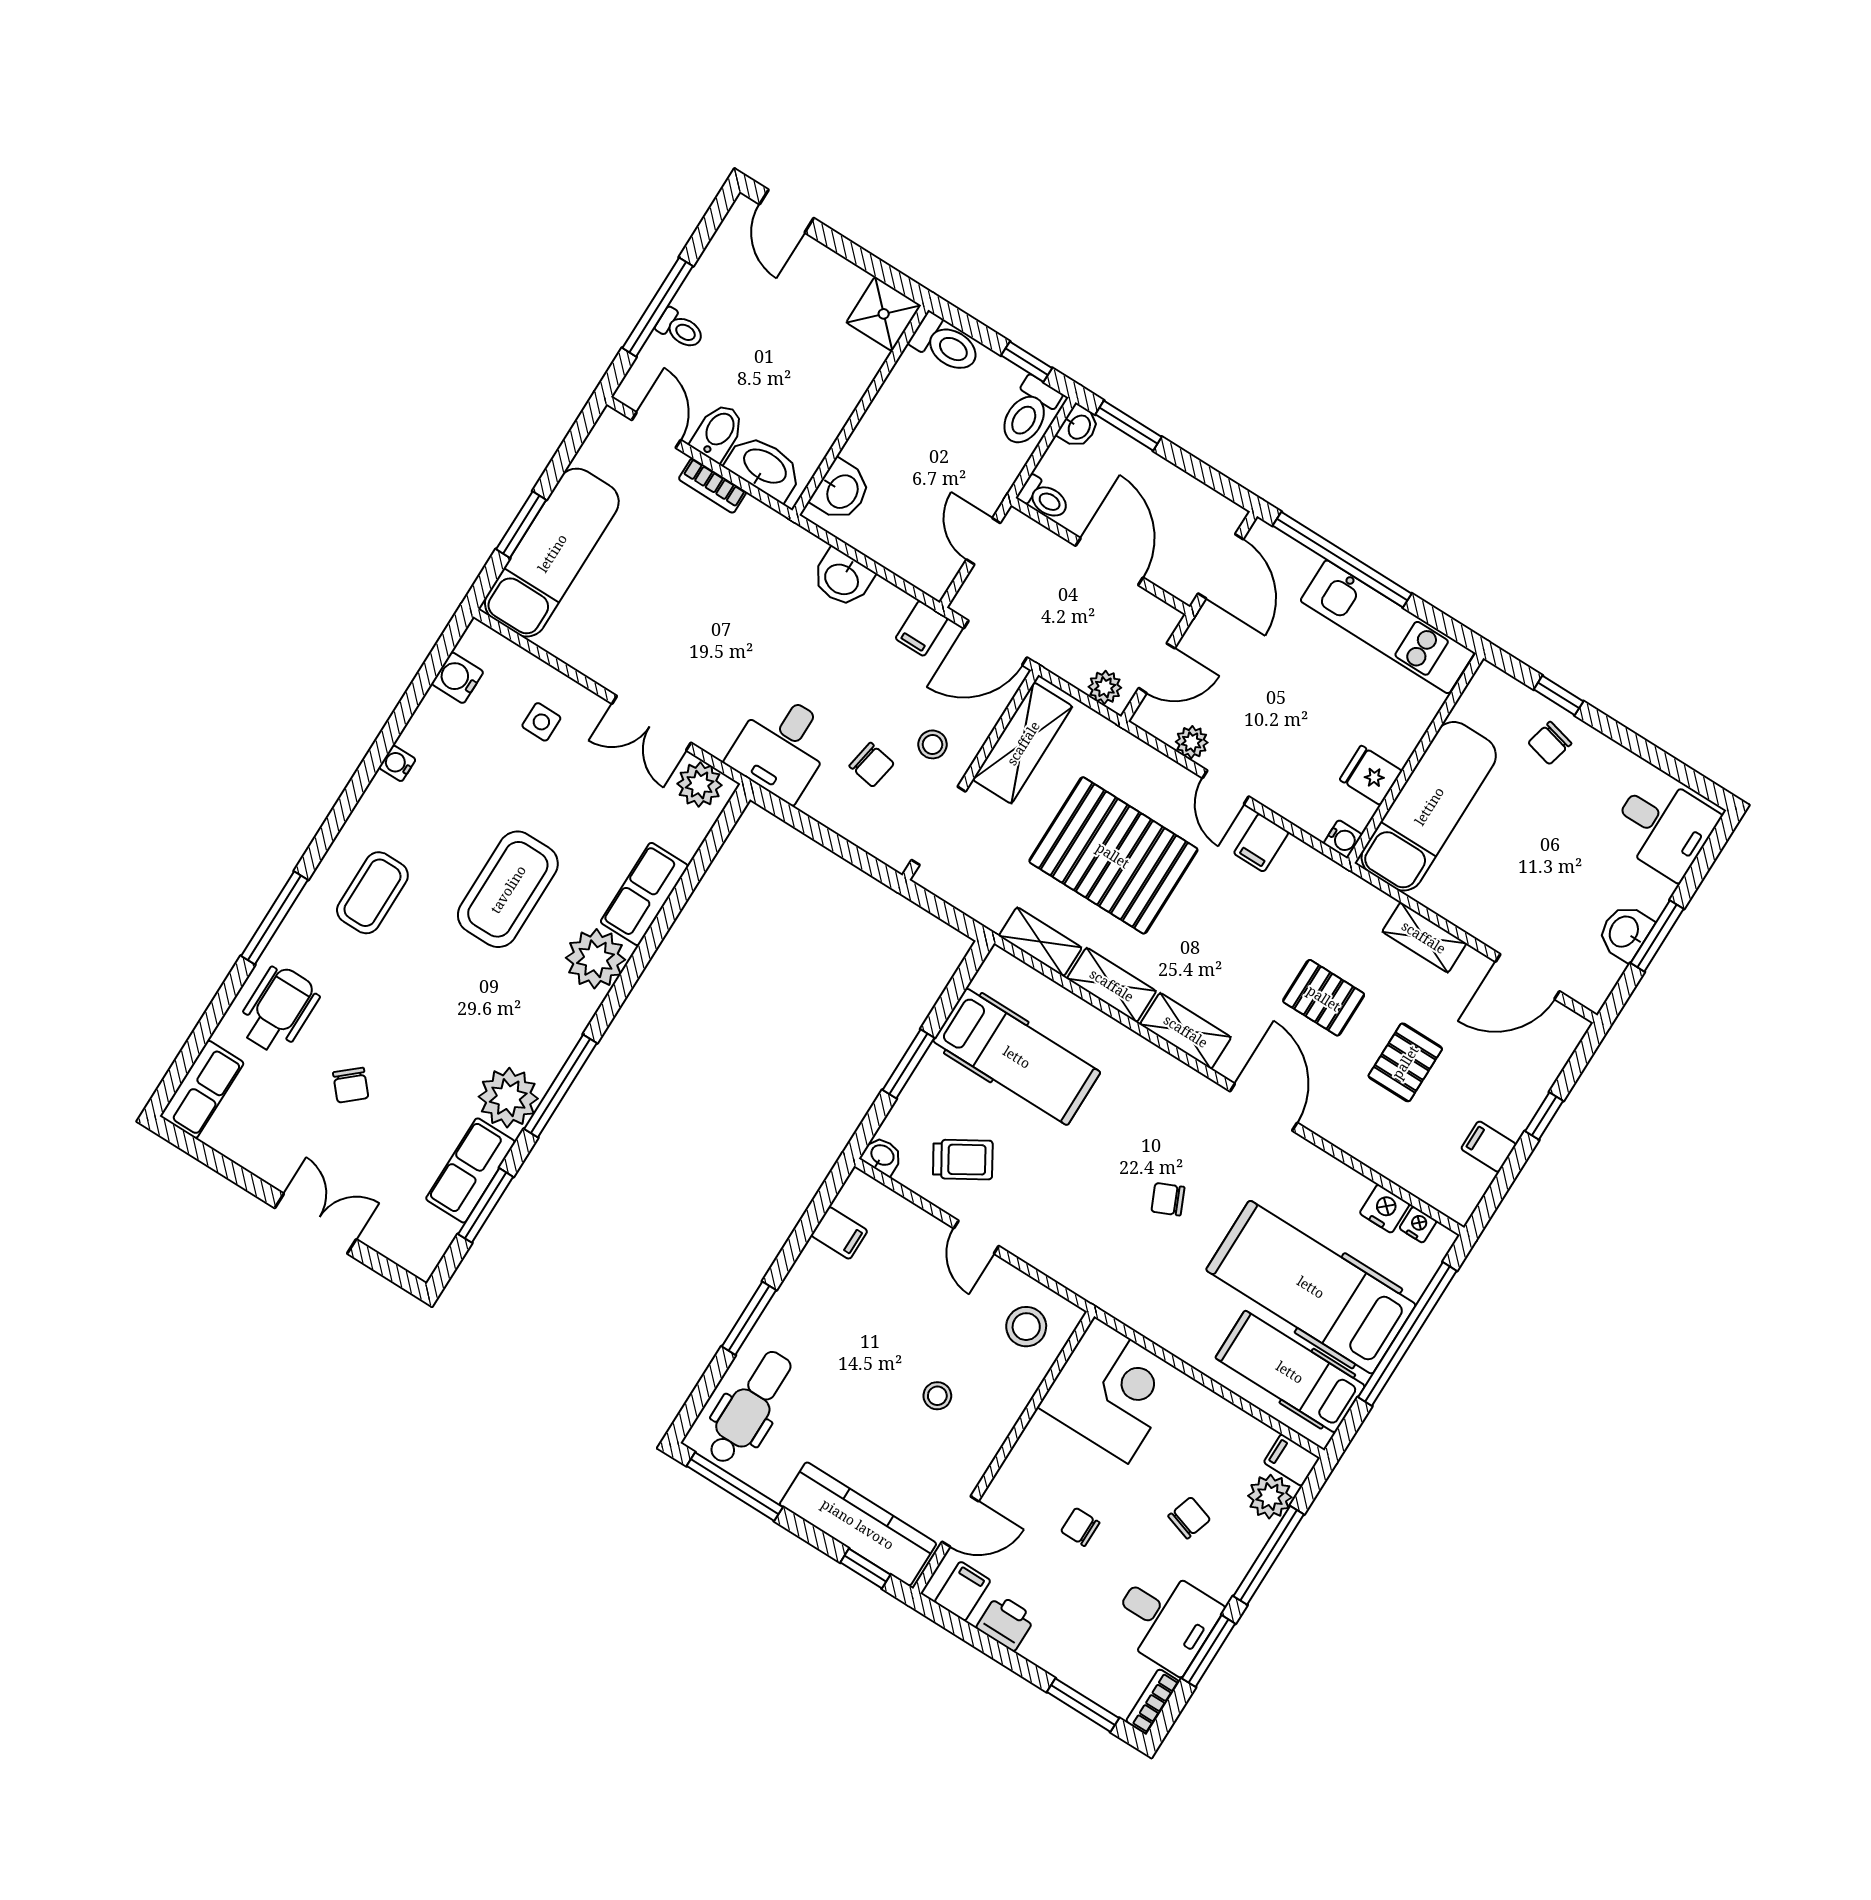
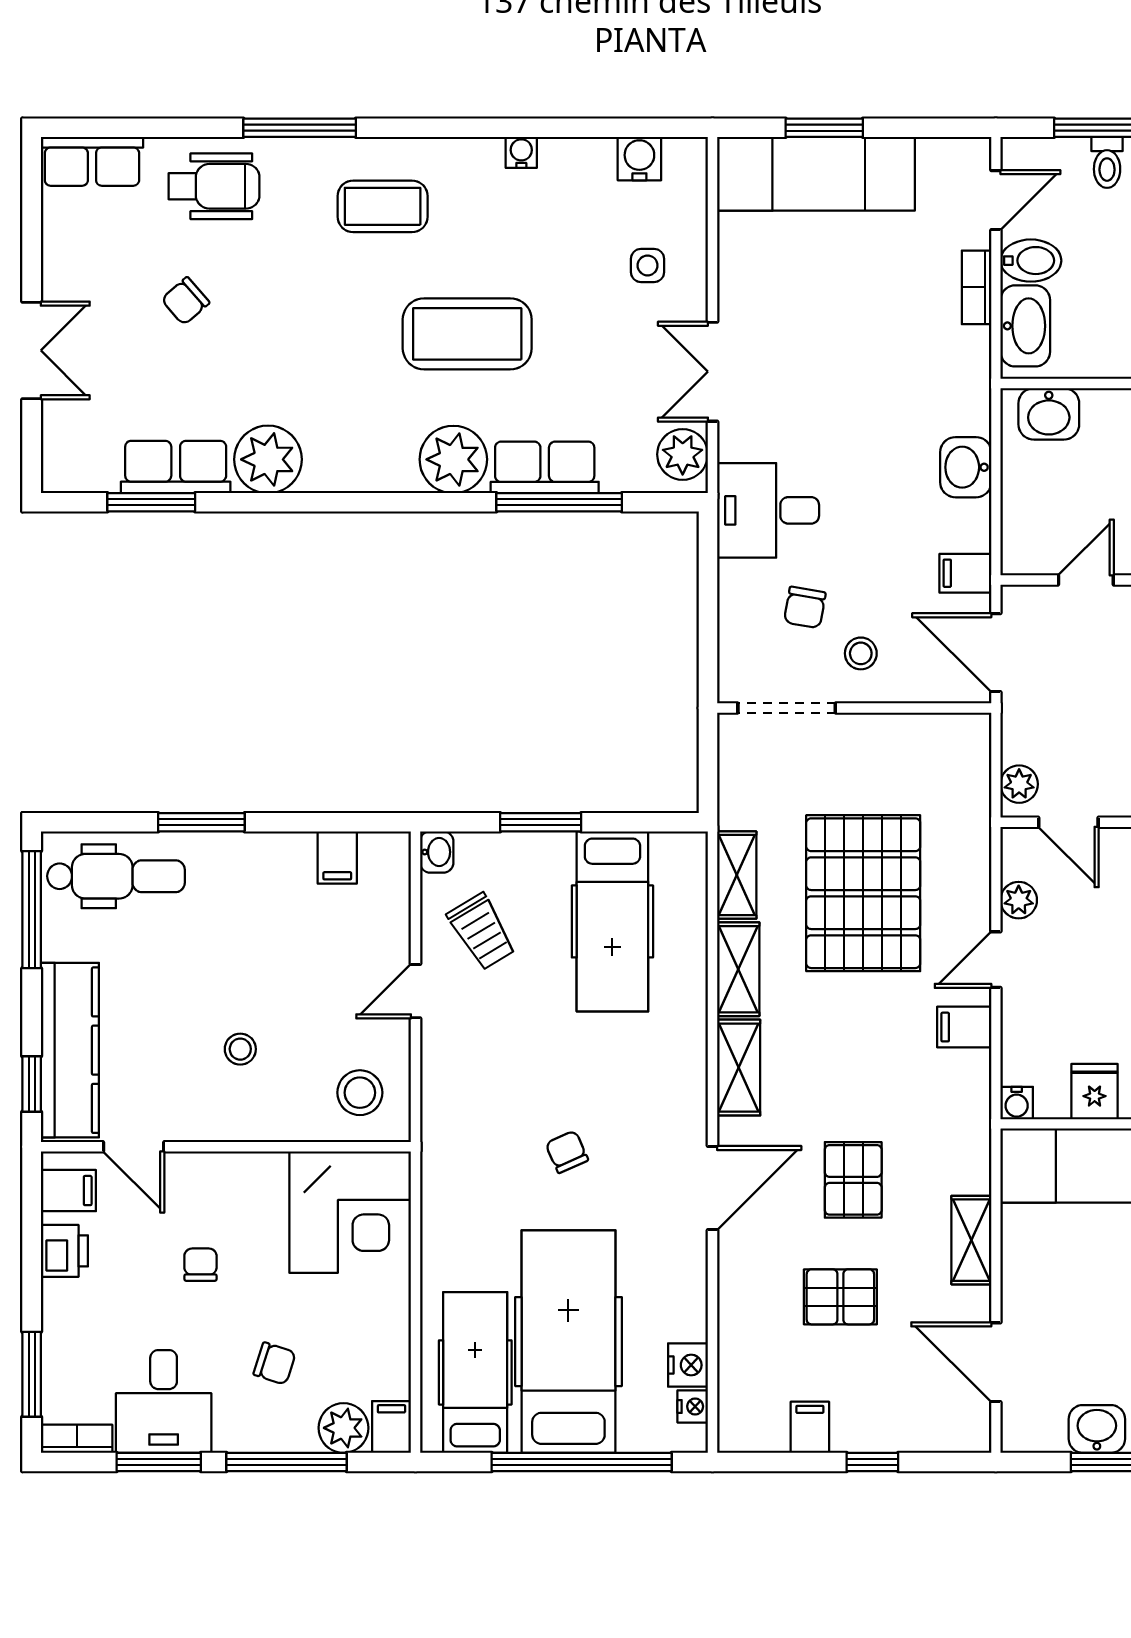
shelving: (1023, 743) -> (916, 739), removed
window: (560, 1086) -> (559, 502), moved

